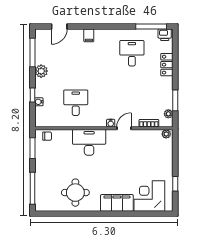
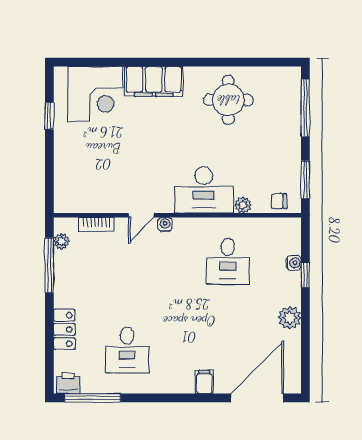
door: (59, 26) -> (257, 398), width x1.88
window: (32, 52) -> (305, 351), removed
window: (175, 100) -> (49, 265), width x1.44
plant: (166, 134) -> (243, 205), moved

